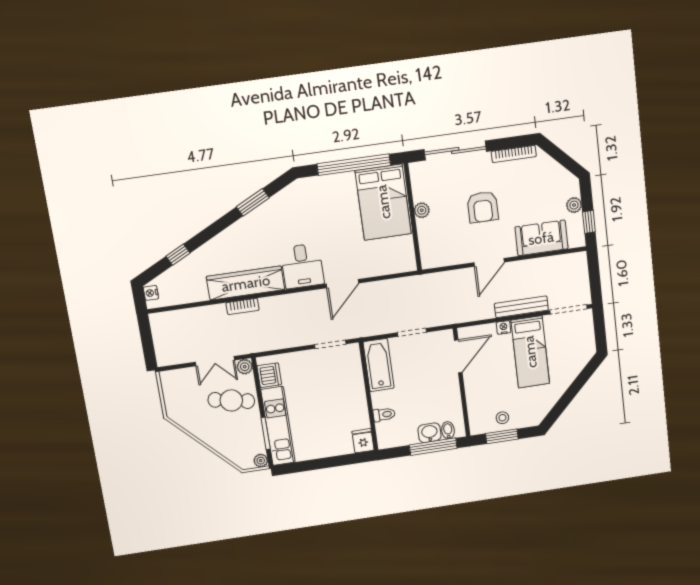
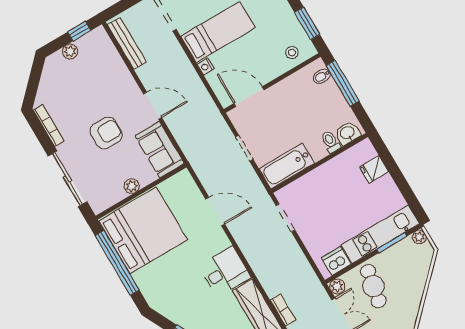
bed: (383, 202) -> (143, 230), width x1.36
sofa: (541, 238) -> (160, 150), moved
door: (342, 284) -> (215, 212), moved
bench: (521, 307) -> (127, 43), moved
stool: (502, 418) -> (292, 53), moved
washbasin: (429, 433) -> (347, 133), moved, turned 90
fridge: (363, 441) -> (374, 169), moved

